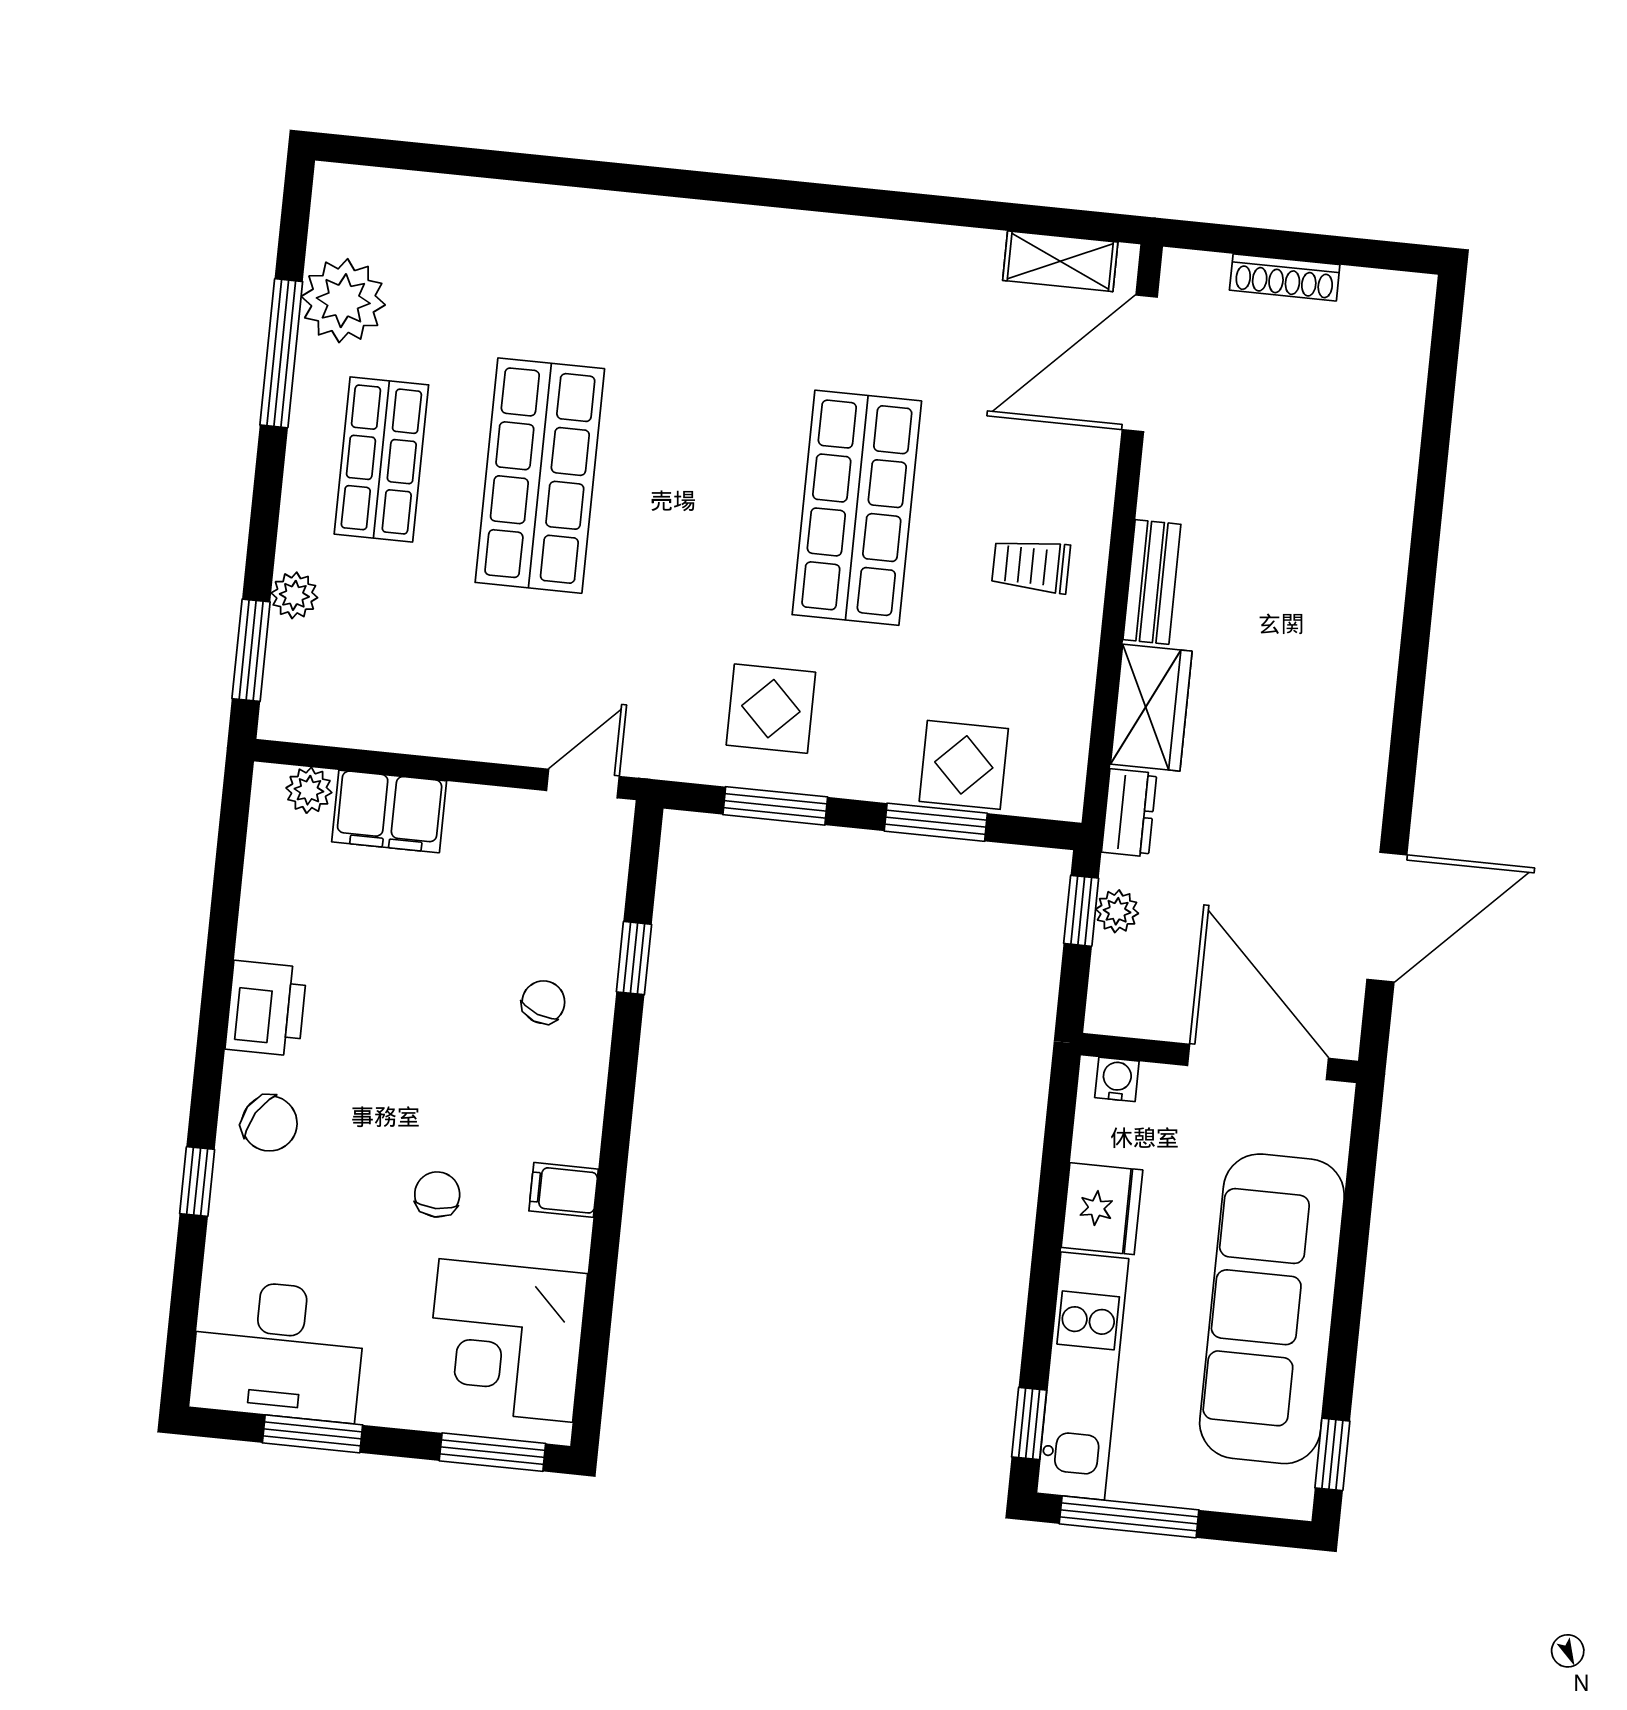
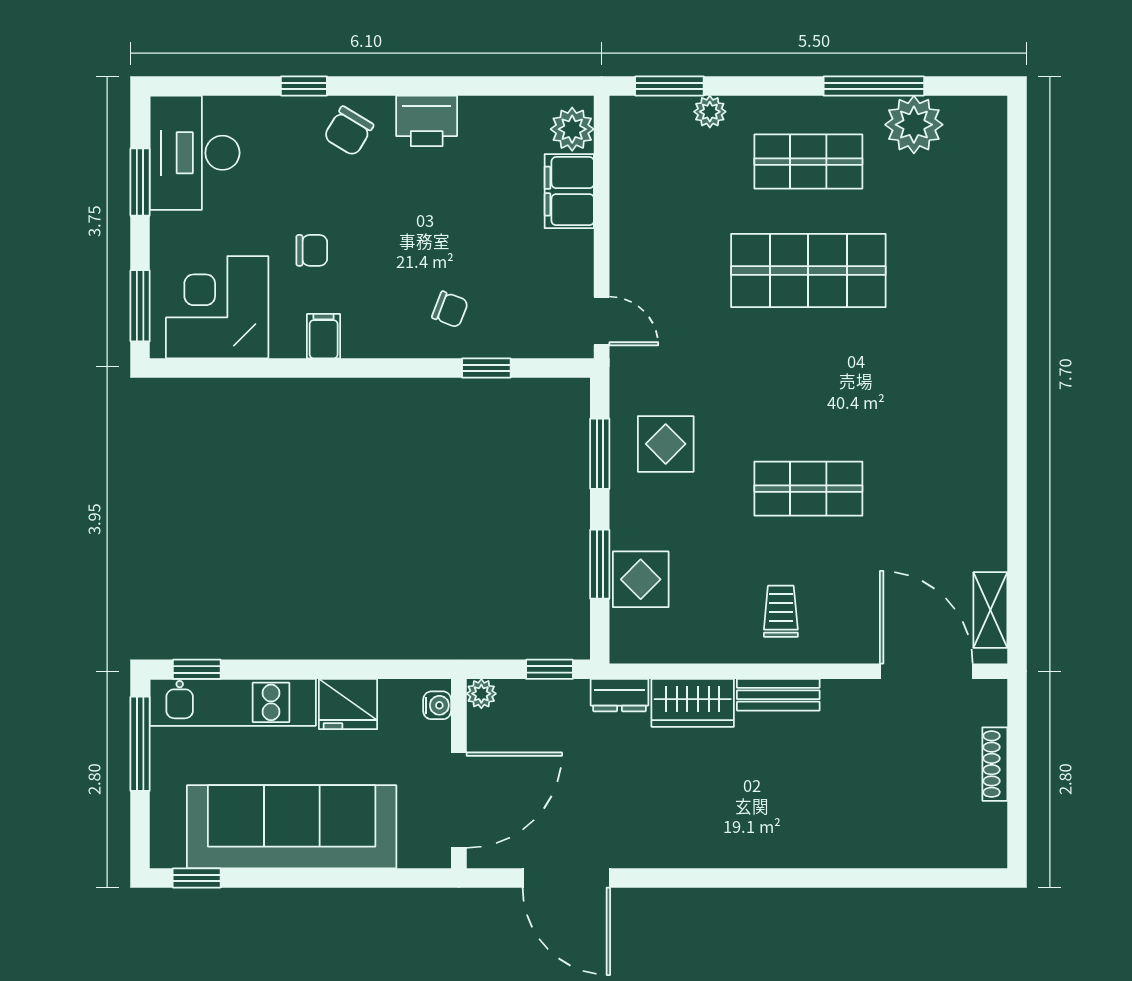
shop shelf: (857, 508) -> (808, 489), width x0.70, depth x0.74
plant: (309, 790) -> (572, 129), width x1.38, depth x1.38
plant: (1117, 911) -> (481, 694), moved

